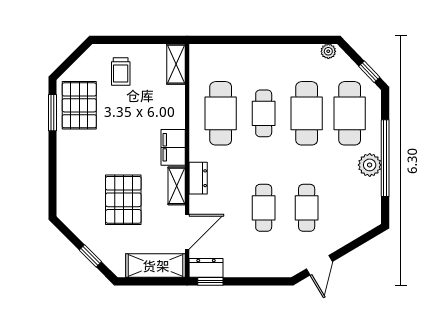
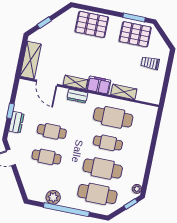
shelving: (176, 64) -> (124, 92), moved
window: (369, 72) -> (131, 204), moved
plant: (370, 165) -> (53, 197), moved
pallet: (123, 200) -> (92, 24), moved
dresser: (206, 268) -> (16, 122), moved
window: (210, 281) -> (10, 111), moved

